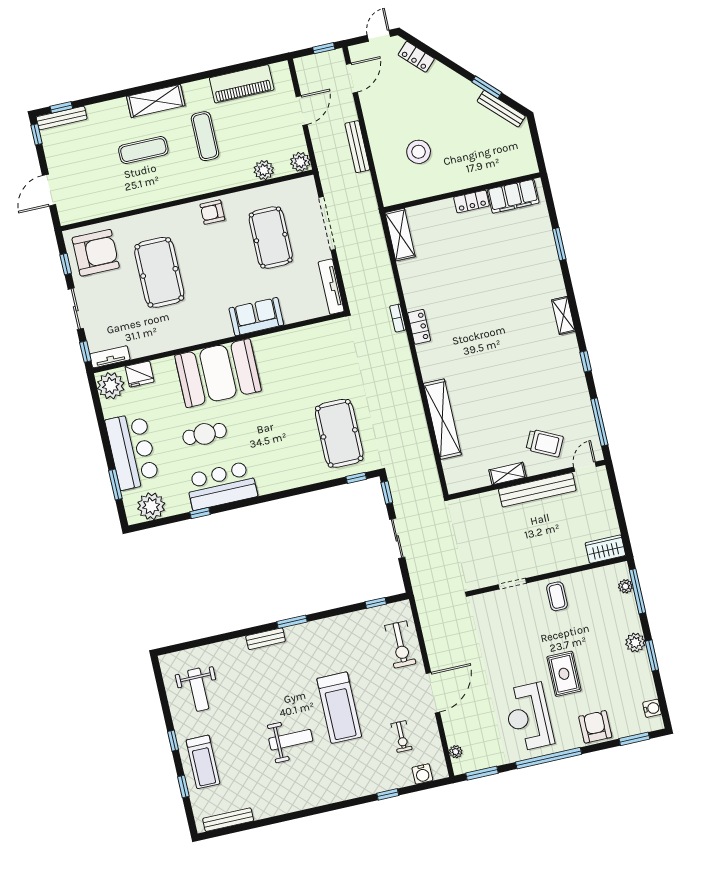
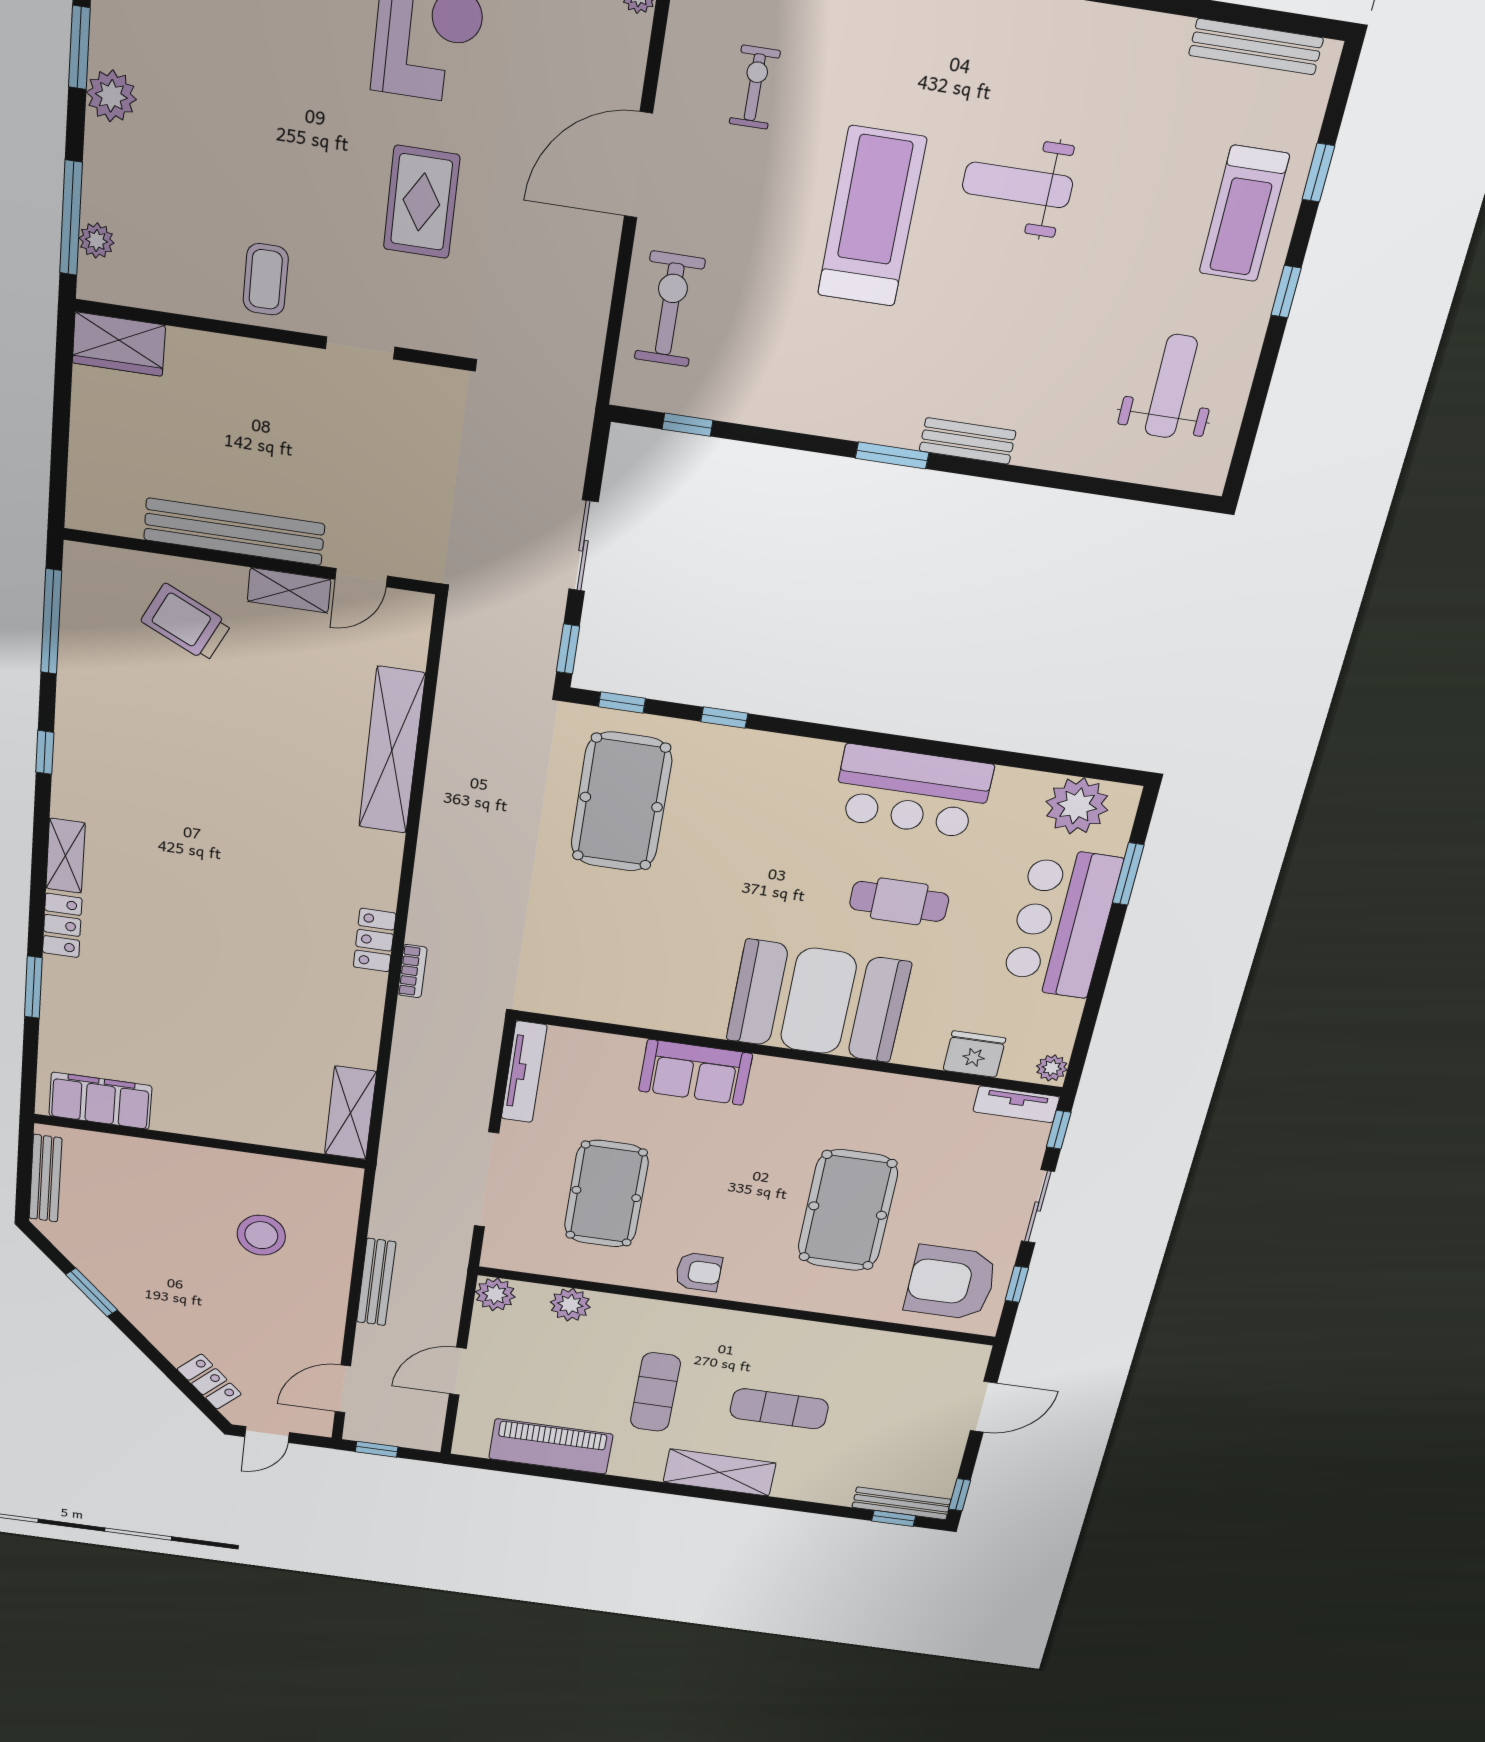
bench: (501, 109) -> (45, 1178), moved, turned 45
locker: (471, 202) -> (62, 925), moved, turned 90
plant: (111, 386) -> (1052, 1068), width x0.53, depth x0.53
door: (585, 467) -> (361, 578), moved
window: (200, 513) -> (724, 717), moved
rug: (564, 674) -> (421, 202), moved
treadmill: (203, 762) -> (1244, 214), turned 180

